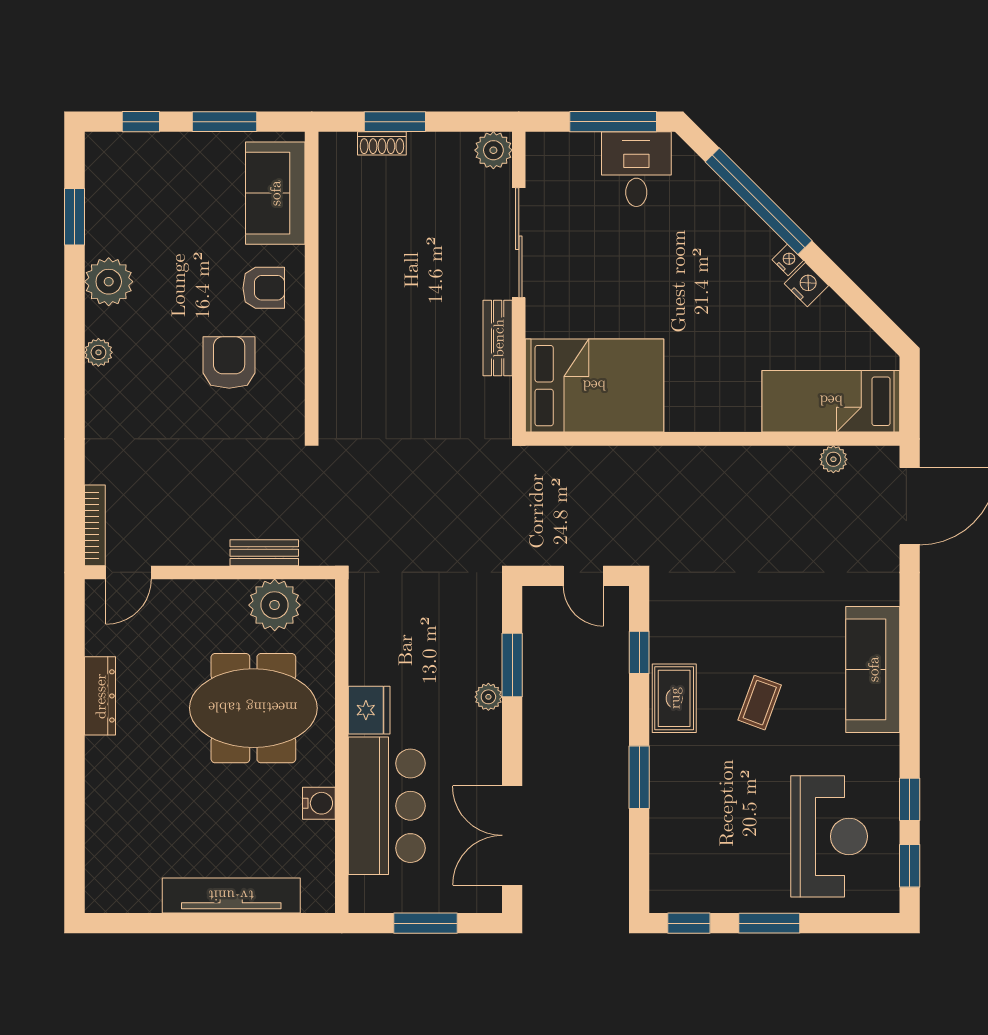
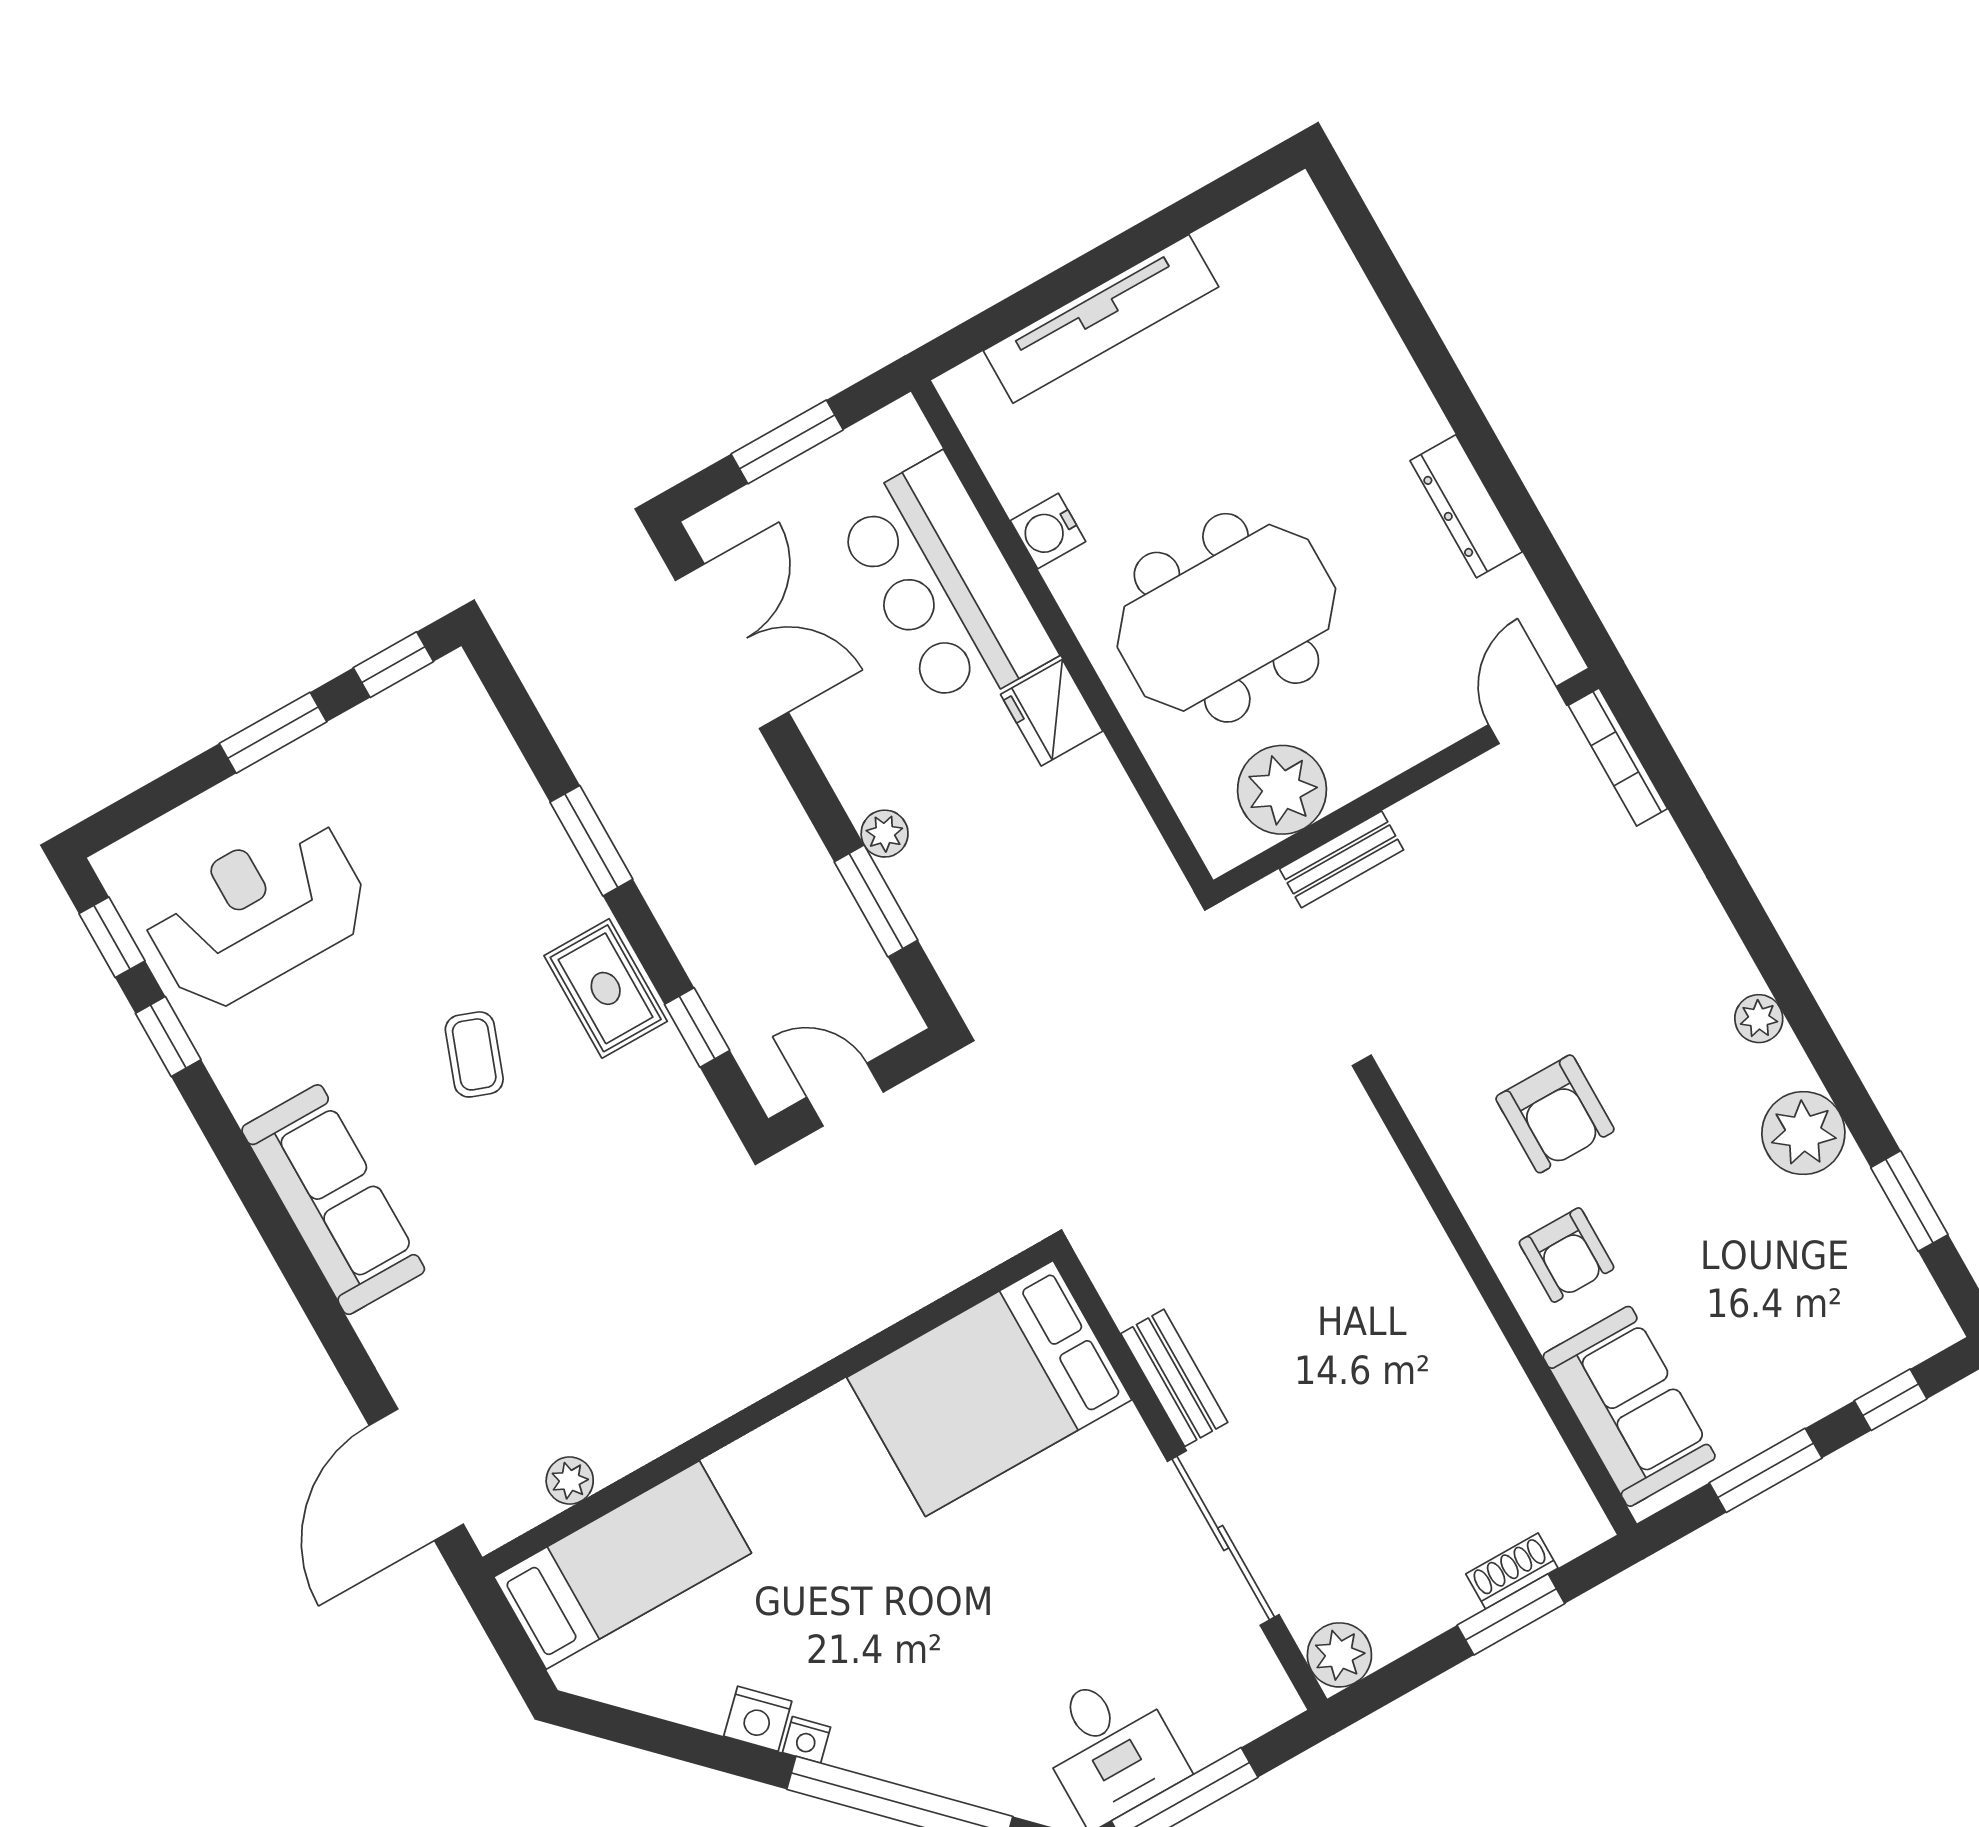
armchair: (264, 288) -> (1566, 1255), turned -90
reception desk: (829, 836) -> (257, 913), turned 90

